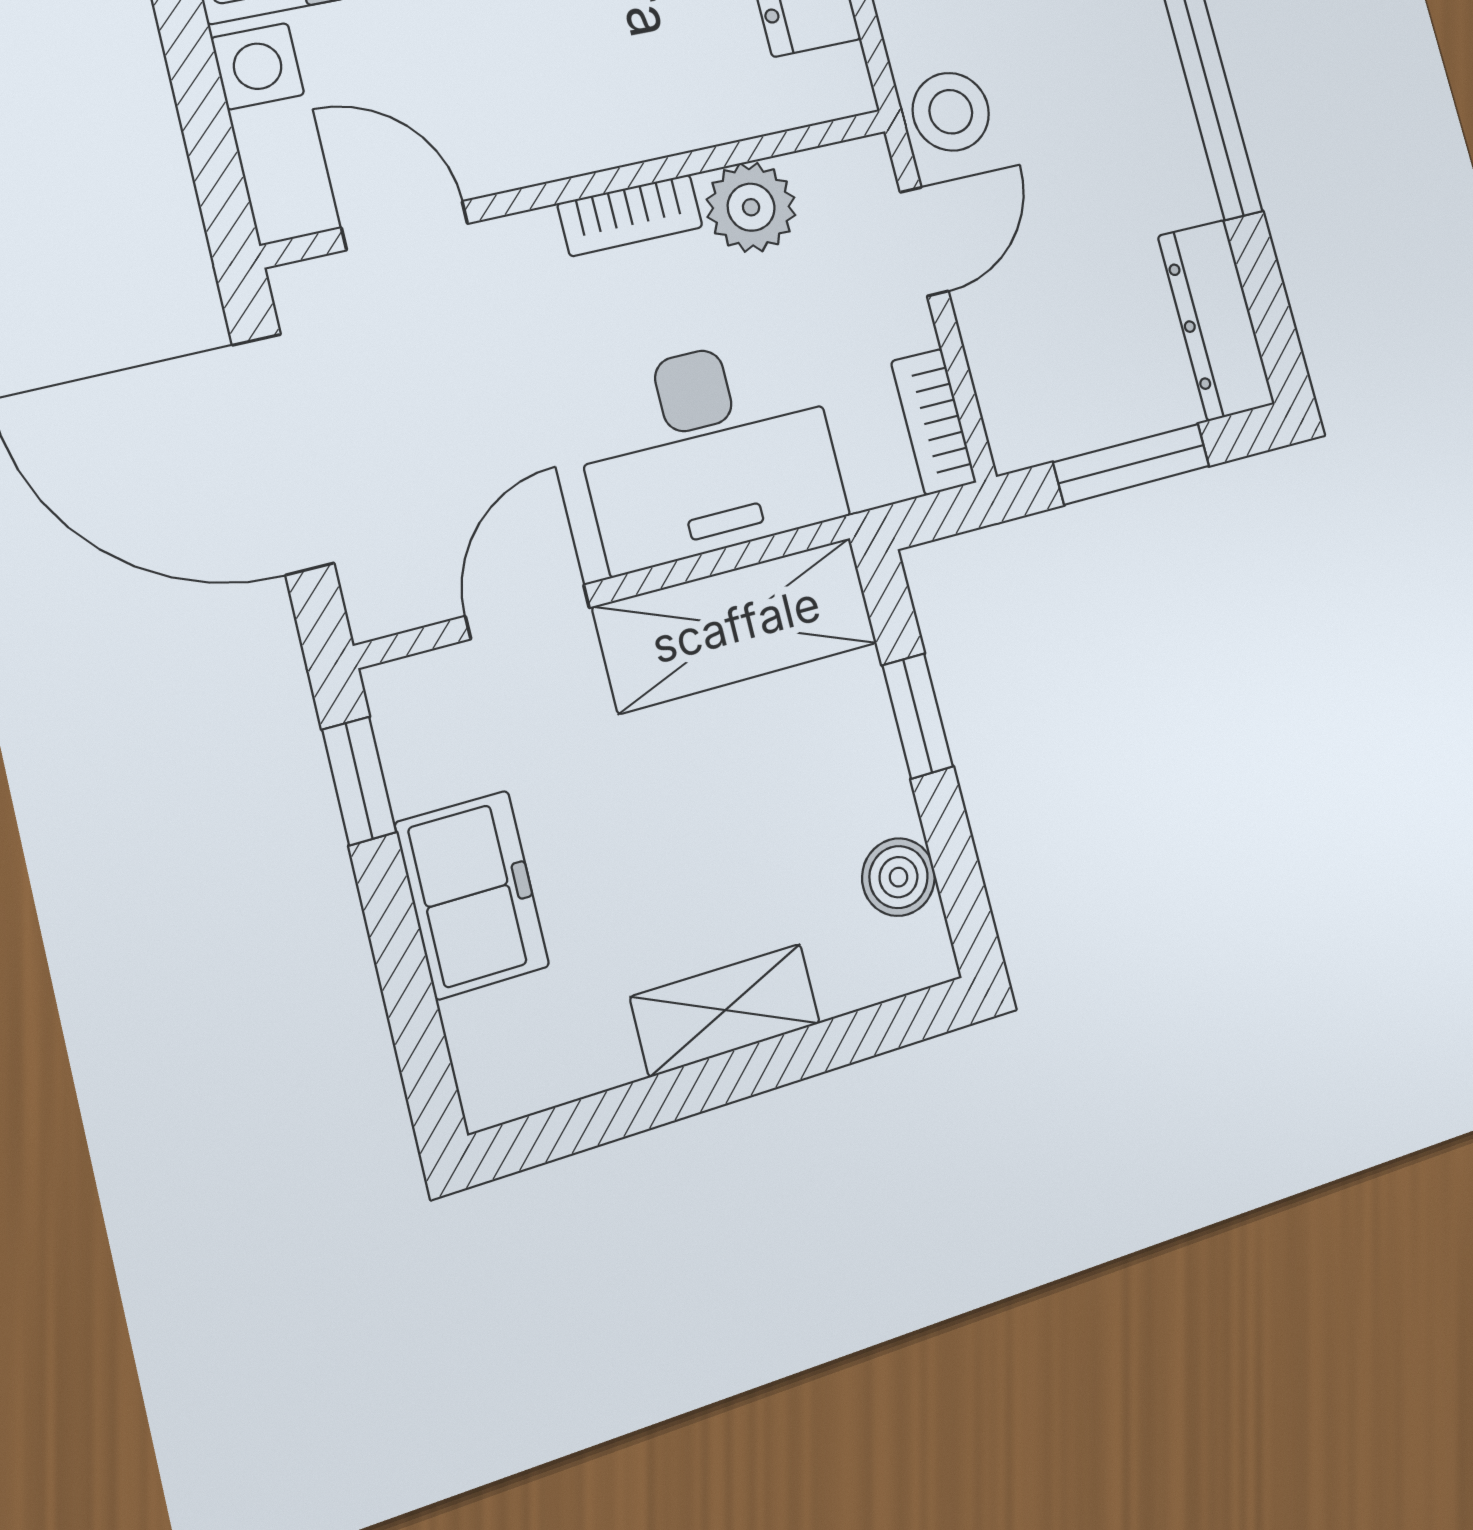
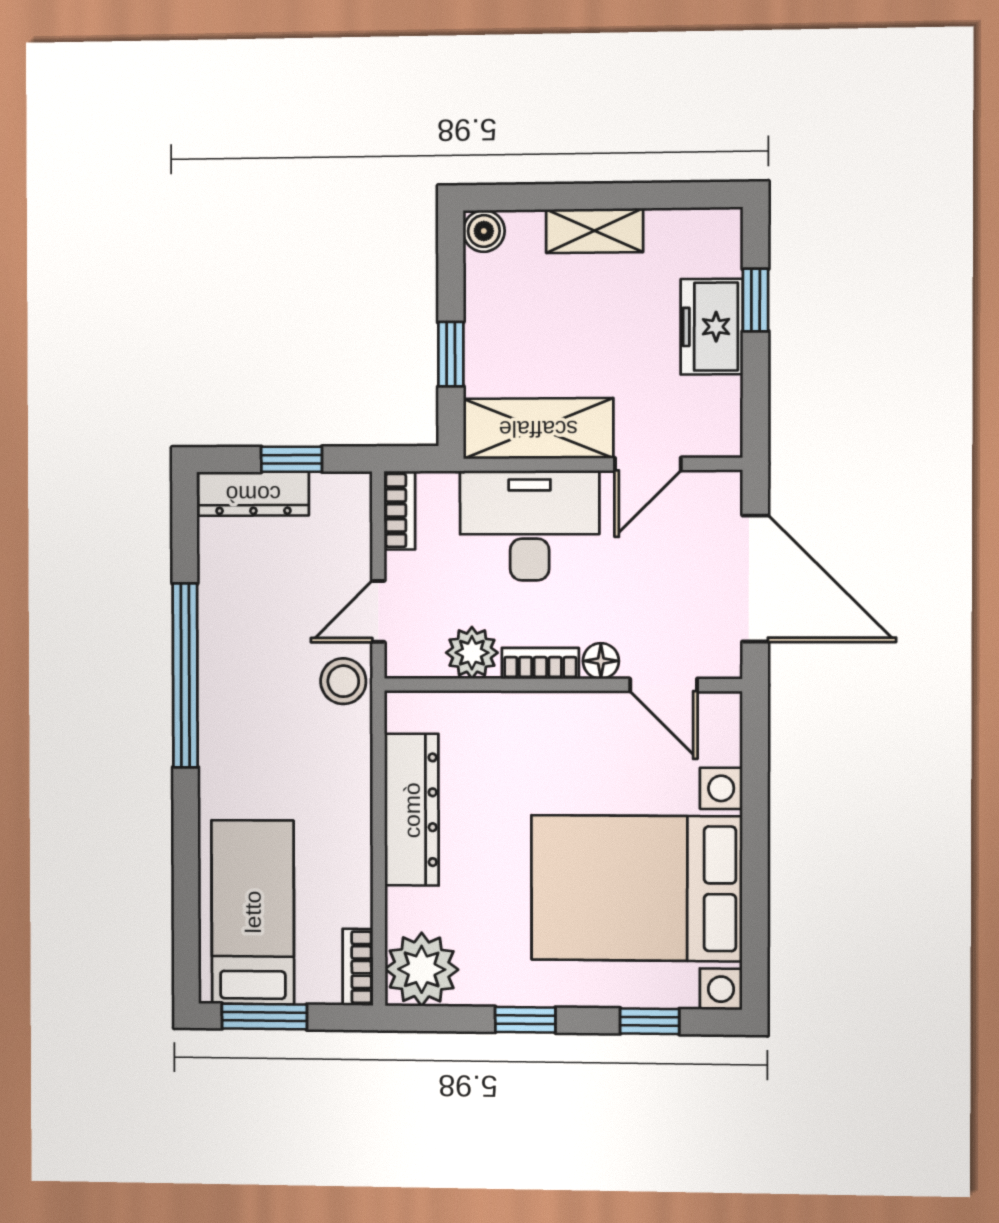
floor lamp: (526, 243) -> (601, 661), added
dresser: (1216, 320) -> (253, 494), moved, turned 90
window: (1132, 464) -> (292, 459), width x0.67
window: (359, 781) -> (756, 300), moved
boiler: (899, 877) -> (484, 231), moved

